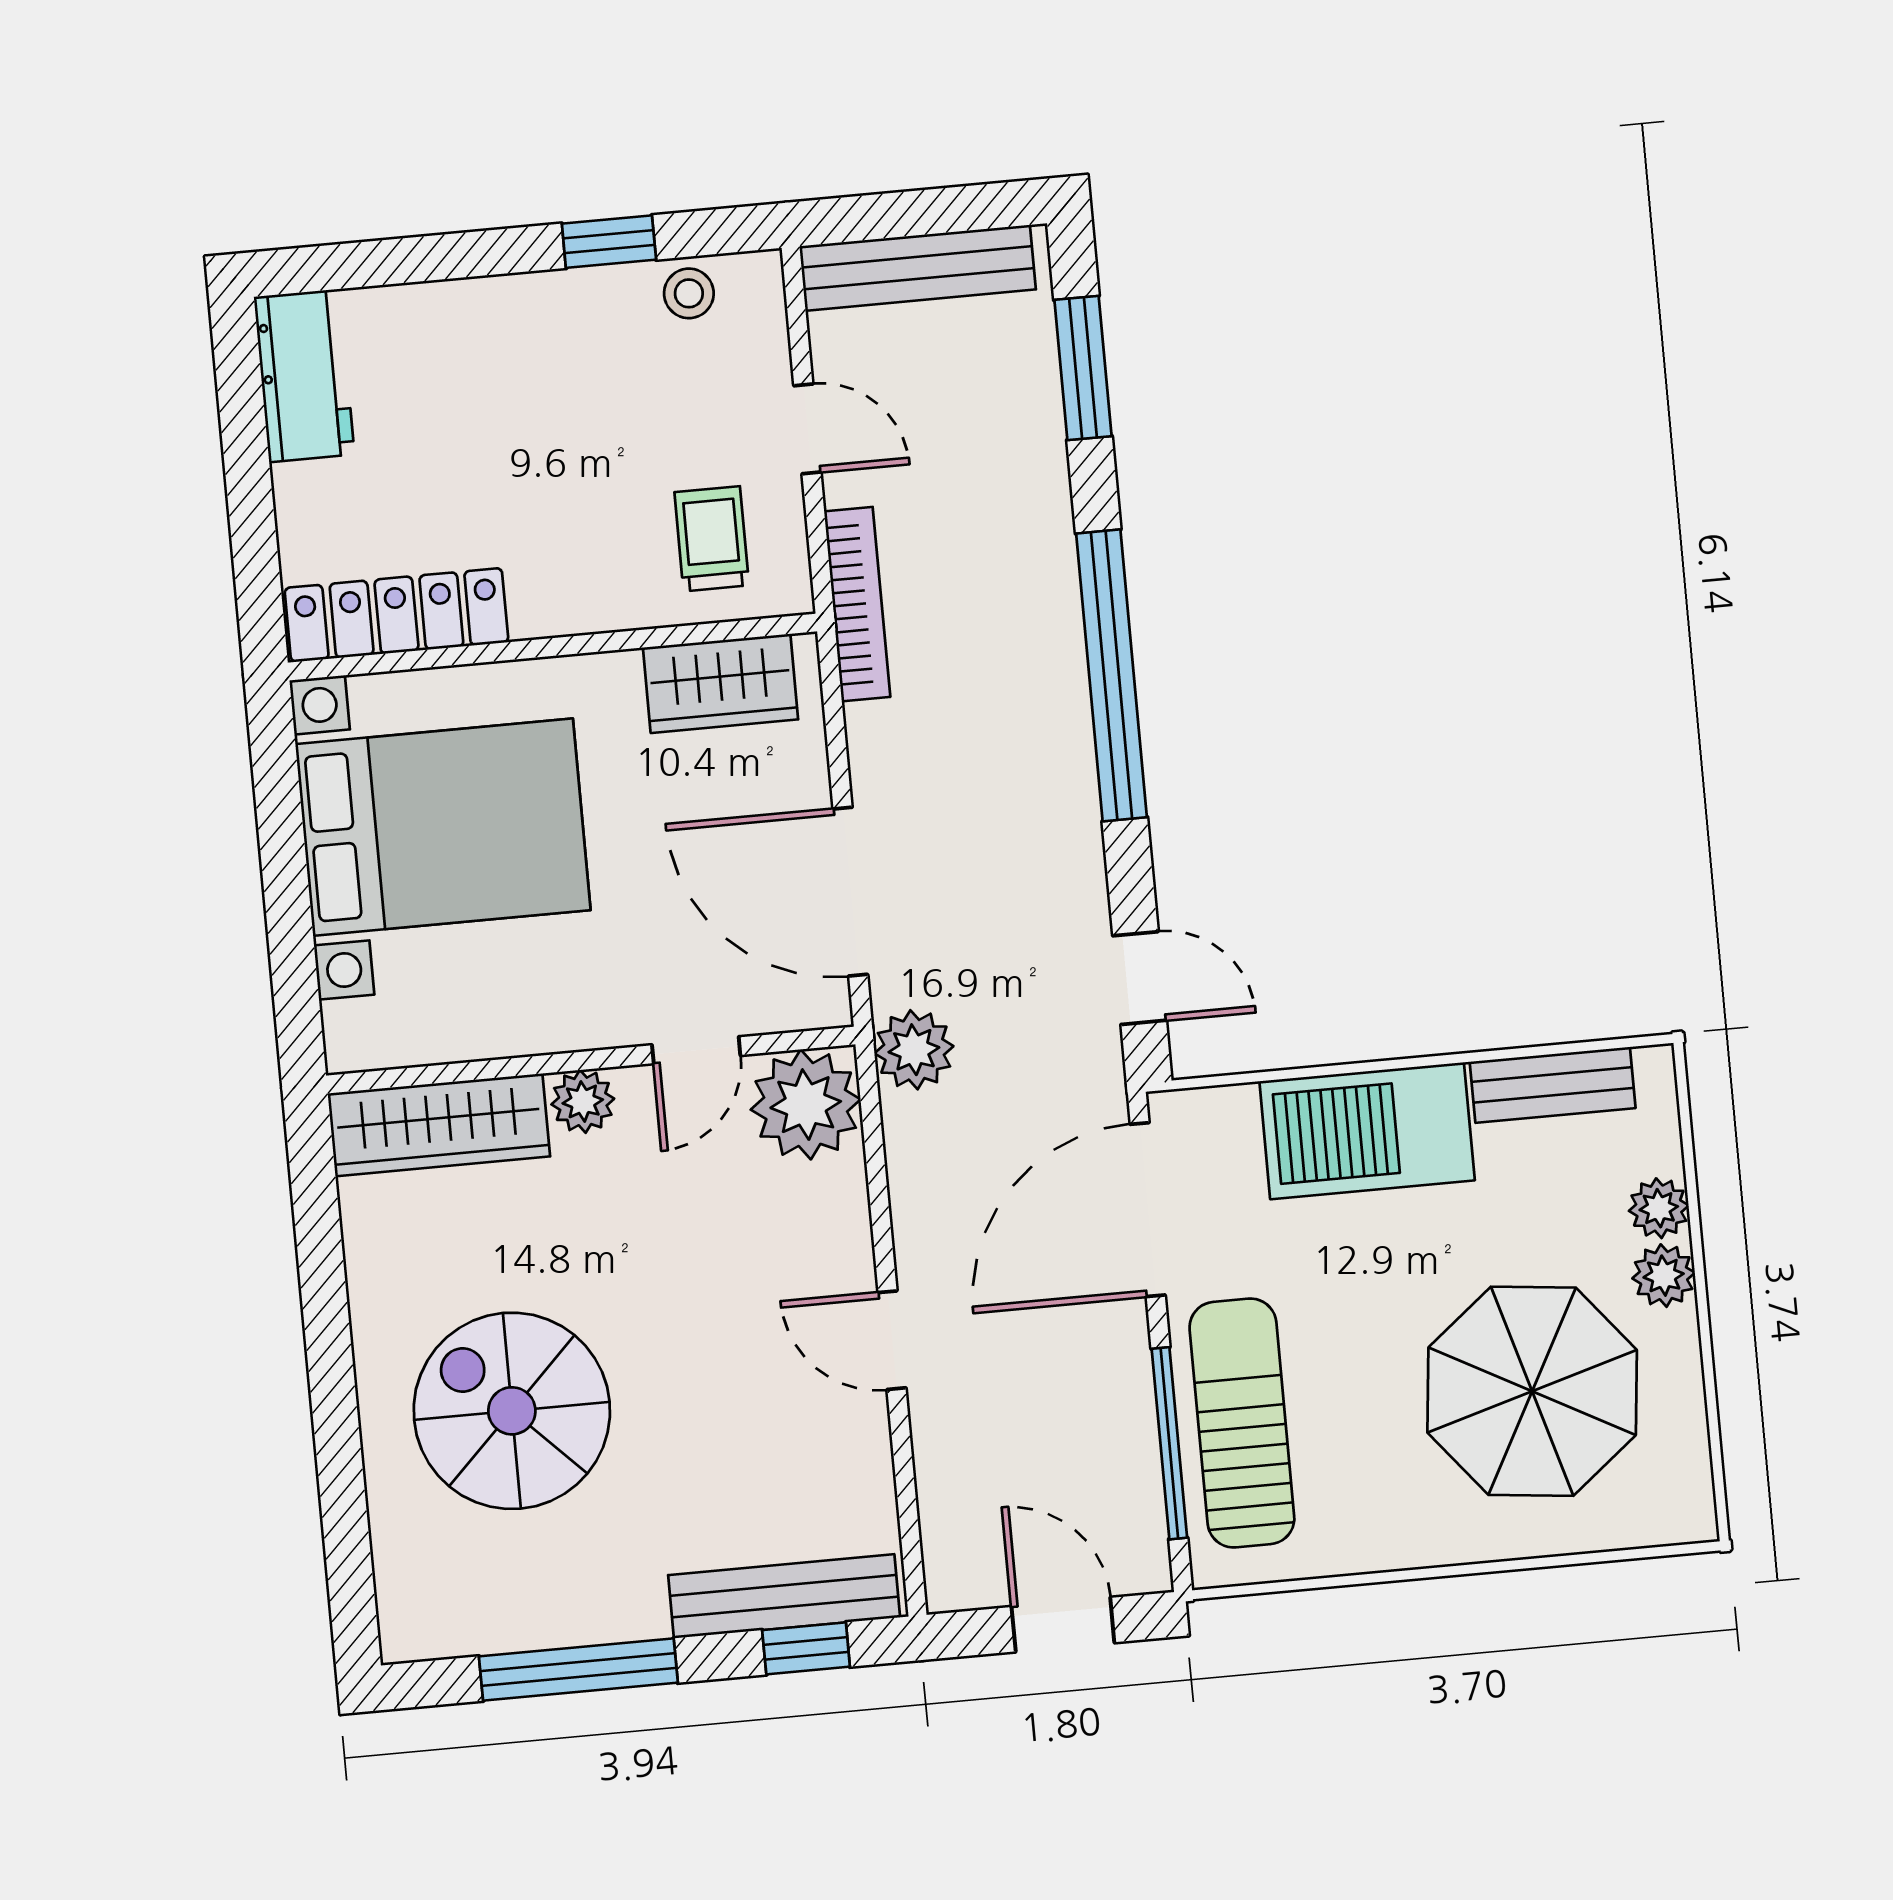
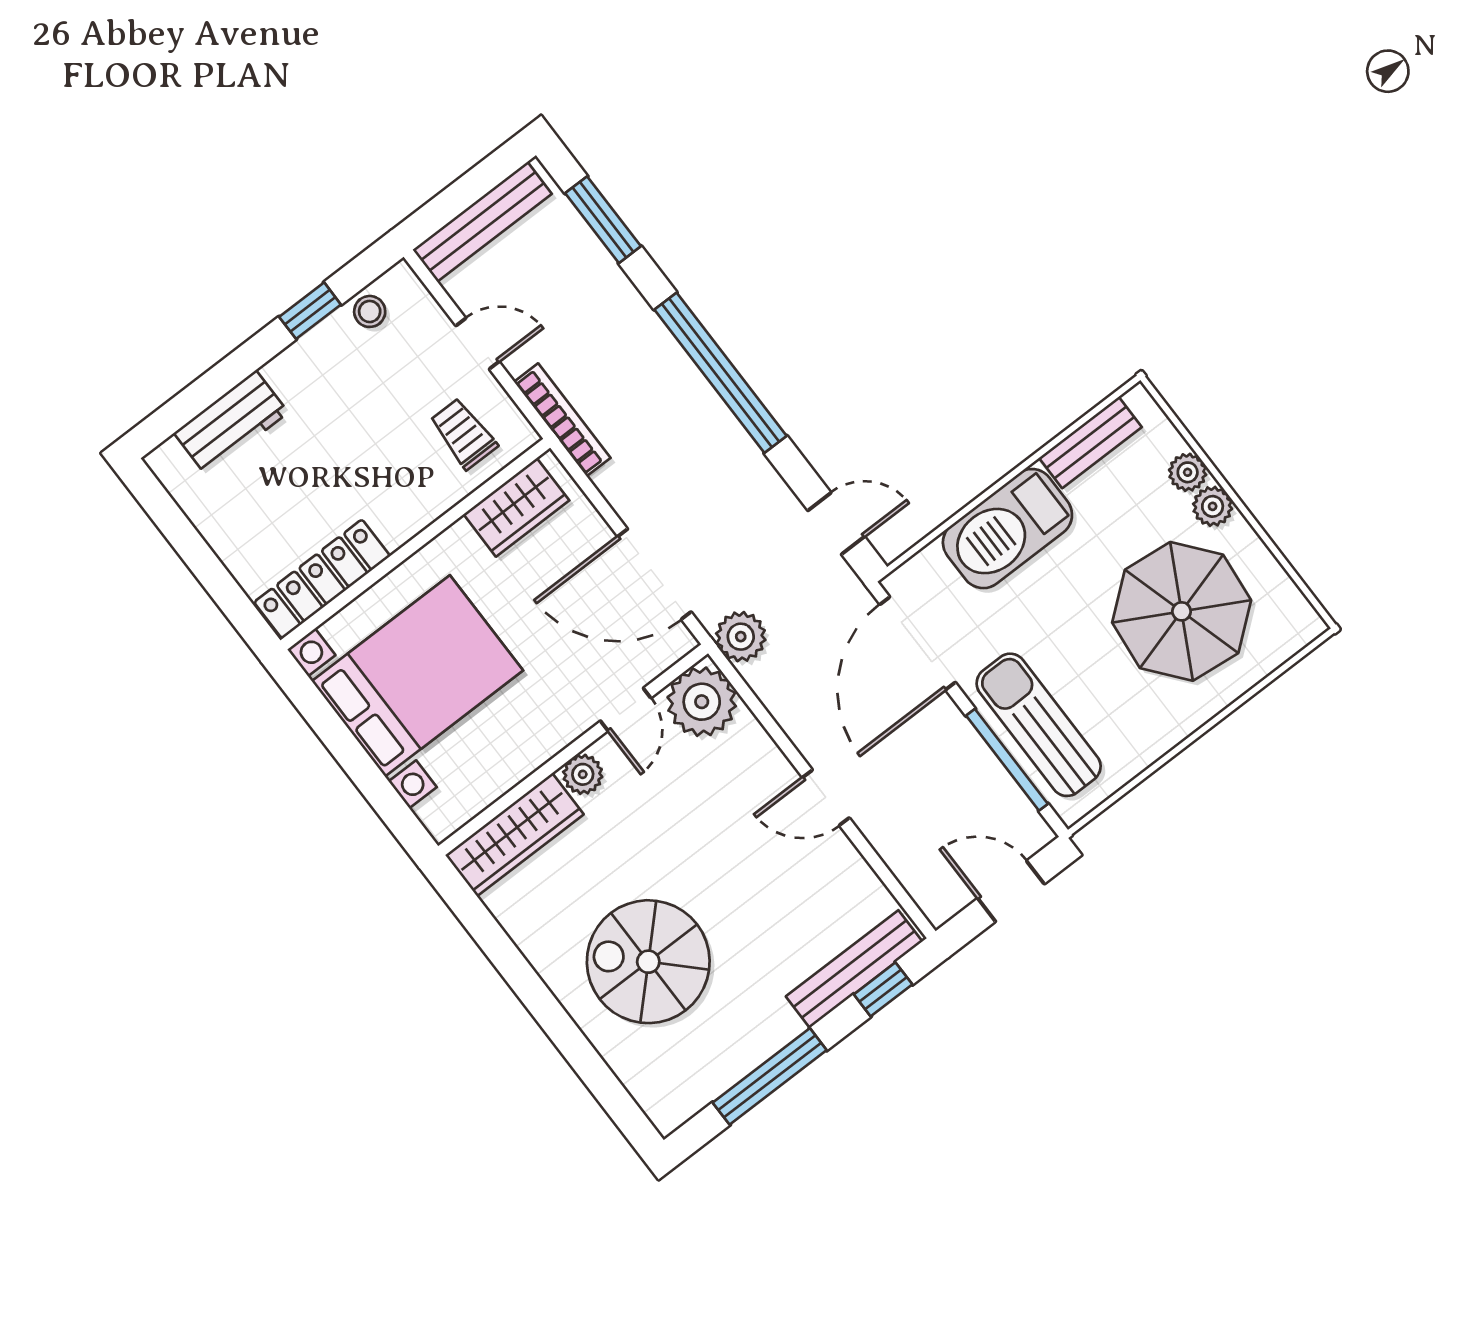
workbench: (304, 376) -> (231, 423), moved, turned 90

